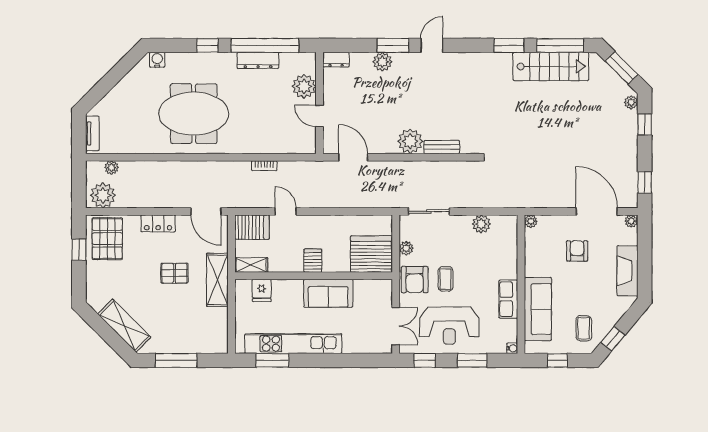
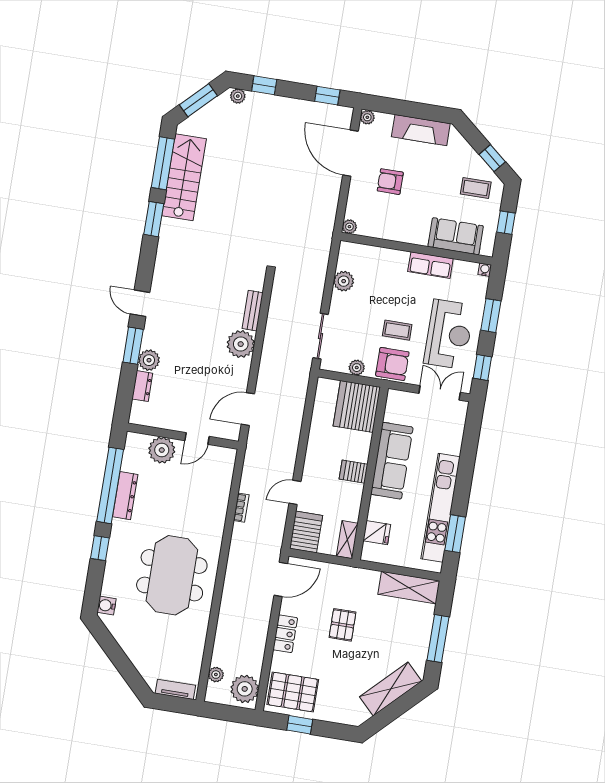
dresser: (336, 60) -> (142, 386), moved
door: (597, 211) -> (350, 153), hinge flipped
shelving: (217, 280) -> (409, 588), moved
sofa: (328, 293) -> (392, 461), width x1.36
sofa: (538, 309) -> (456, 236), width x0.73

